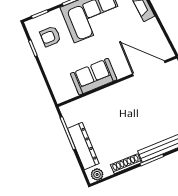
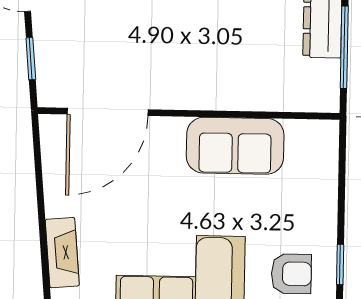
door: (149, 68) -> (108, 112), hinge flipped

